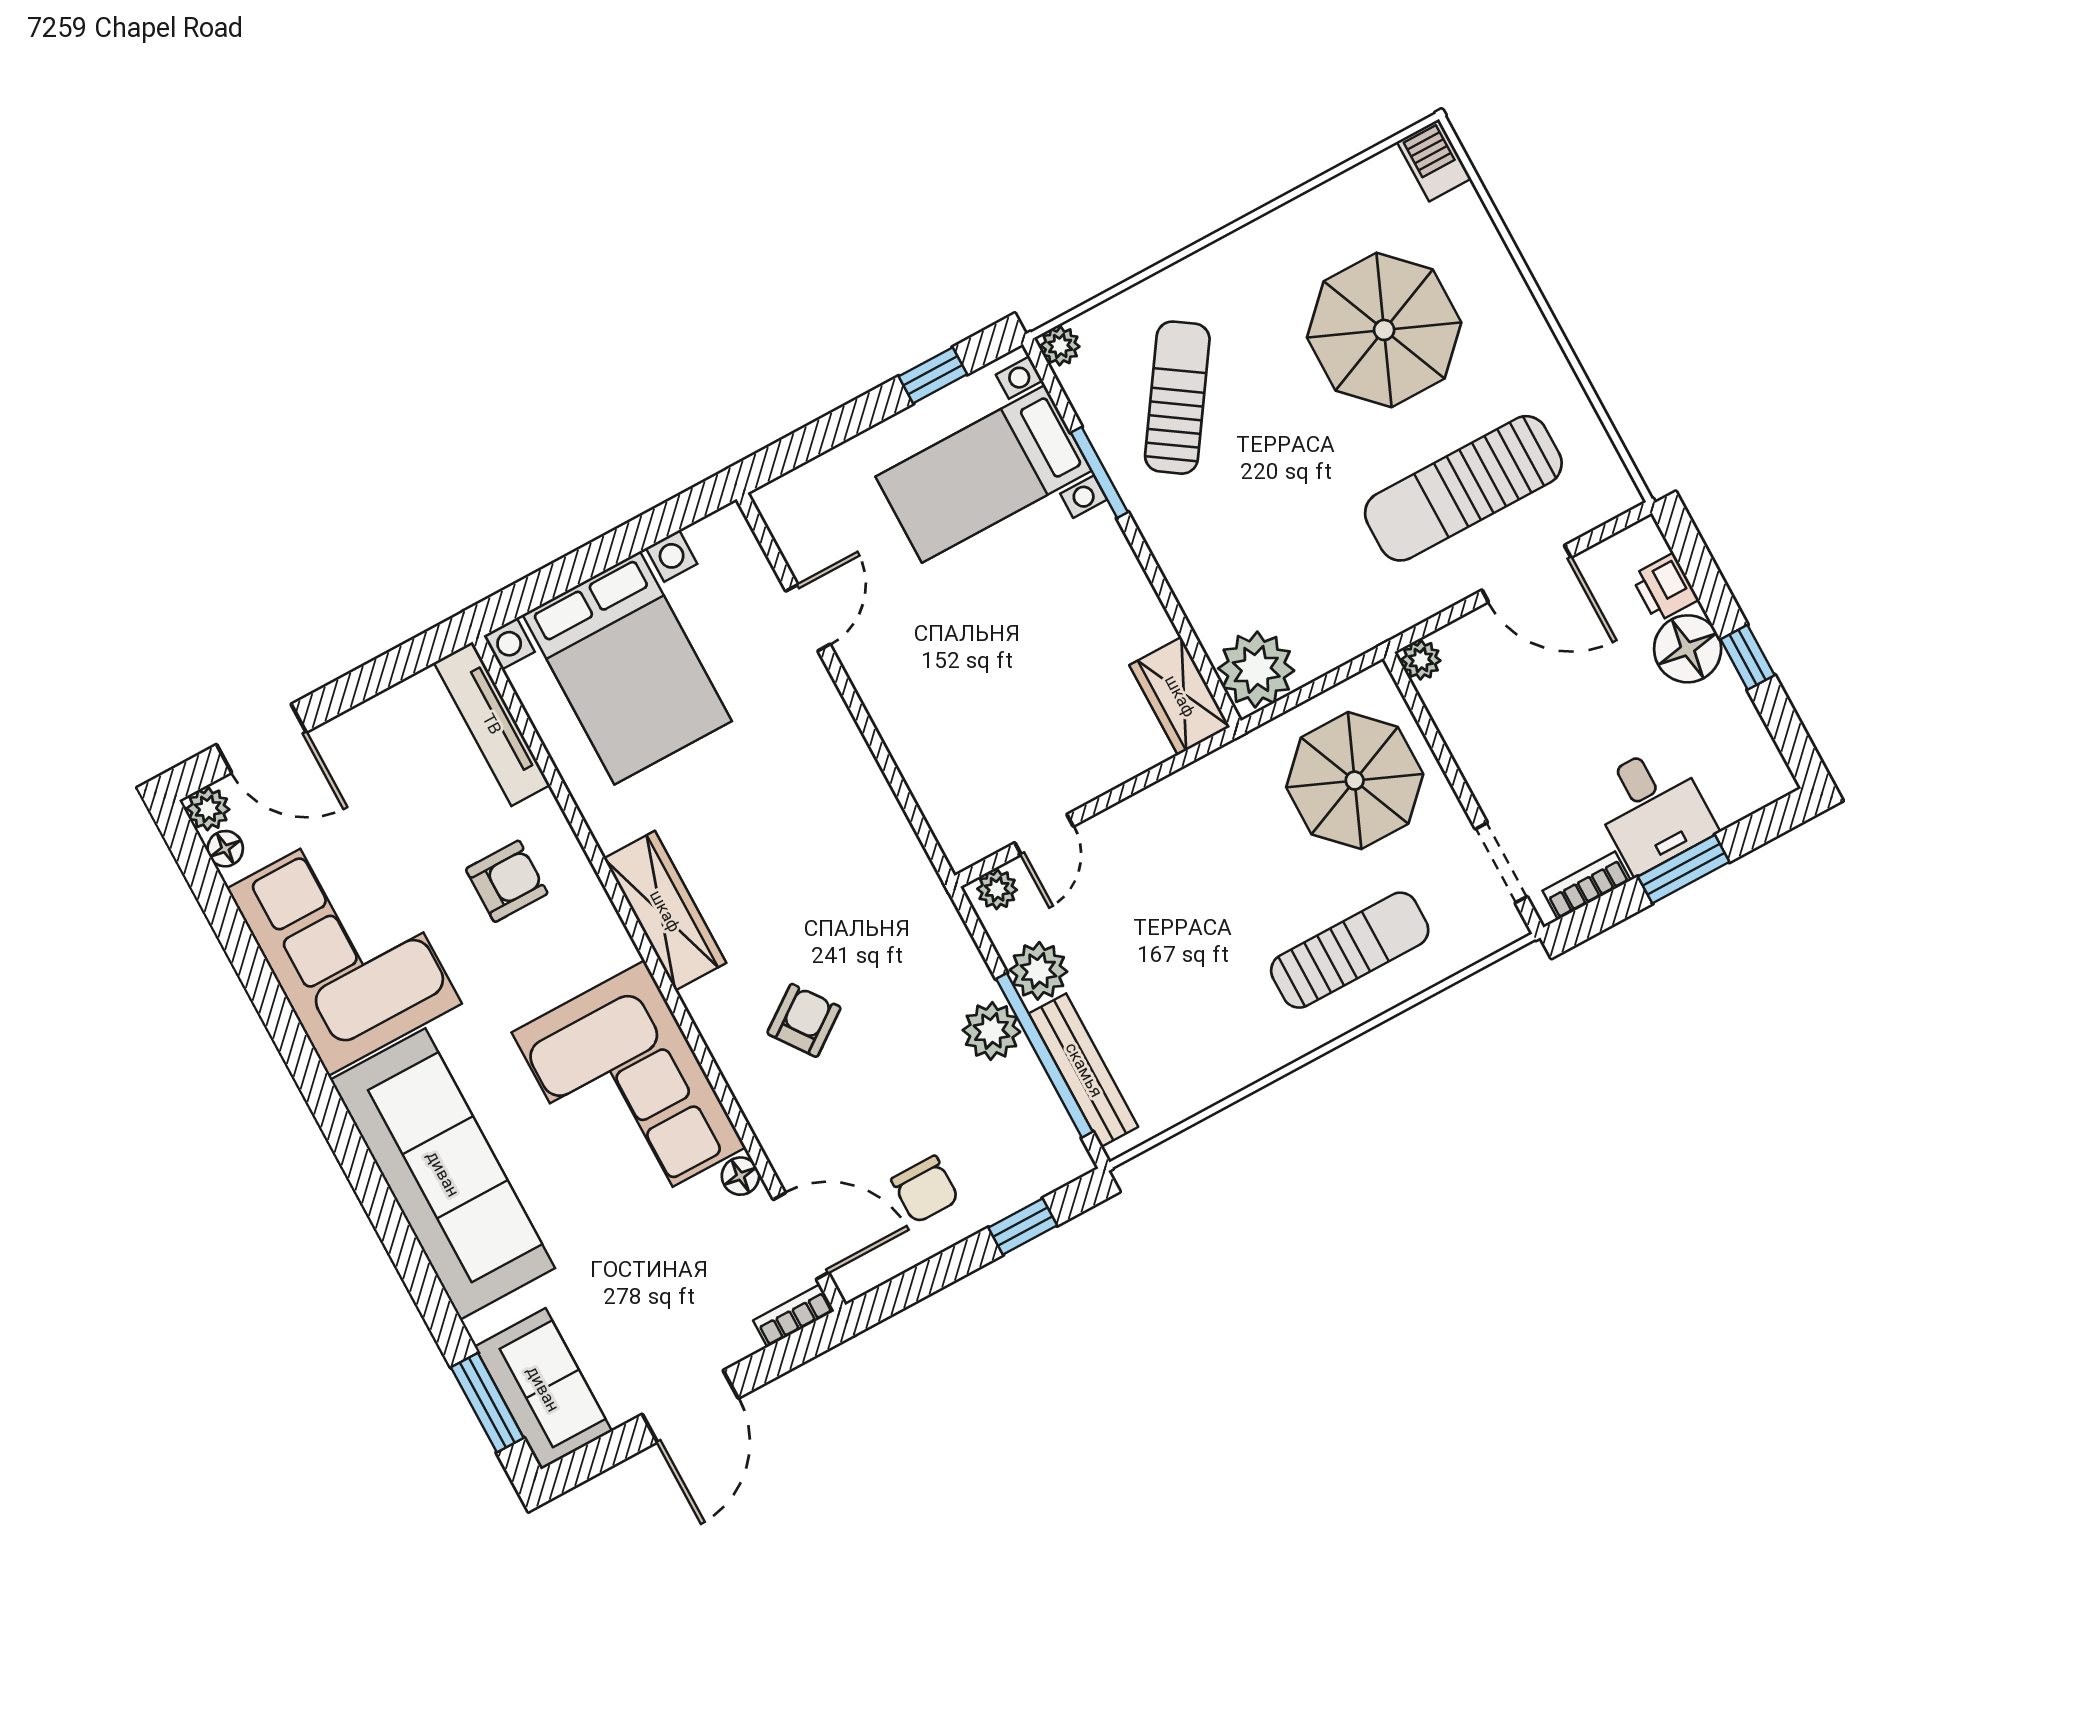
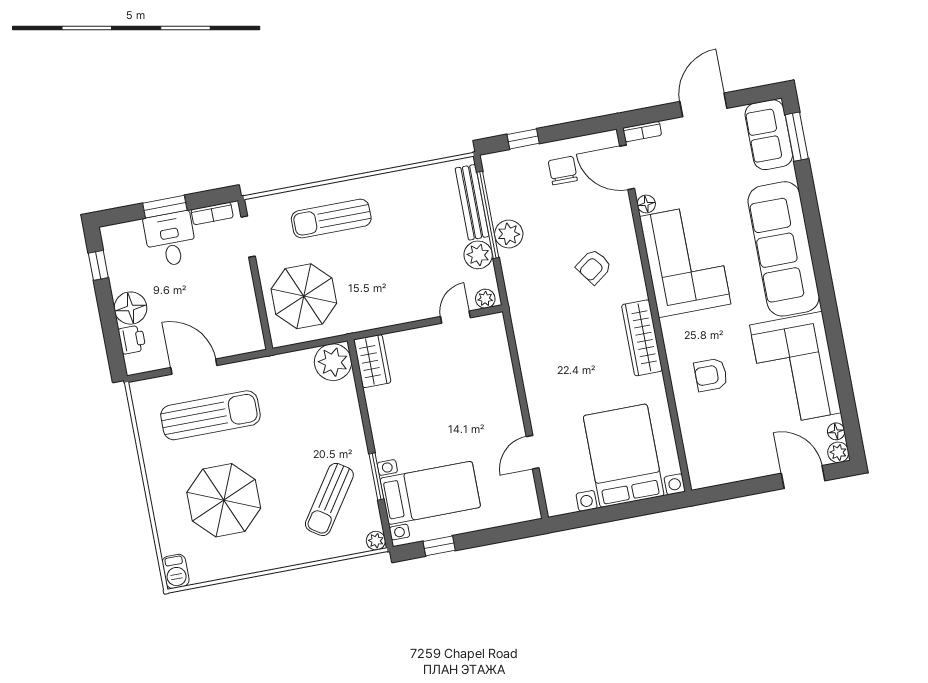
window: (1748, 657) -> (98, 265), moved
plant: (1421, 660) -> (255, 342), removed
tv unit: (492, 724) -> (694, 450), removed

